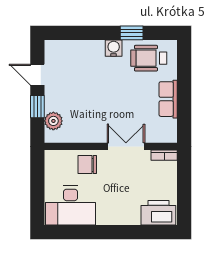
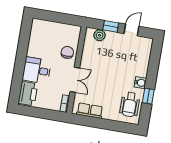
wheelchair: (149, 58) -> (130, 104), turned 180
row of seats: (168, 99) -> (90, 111), moved
desk: (71, 206) -> (37, 70), moved, width x0.73

